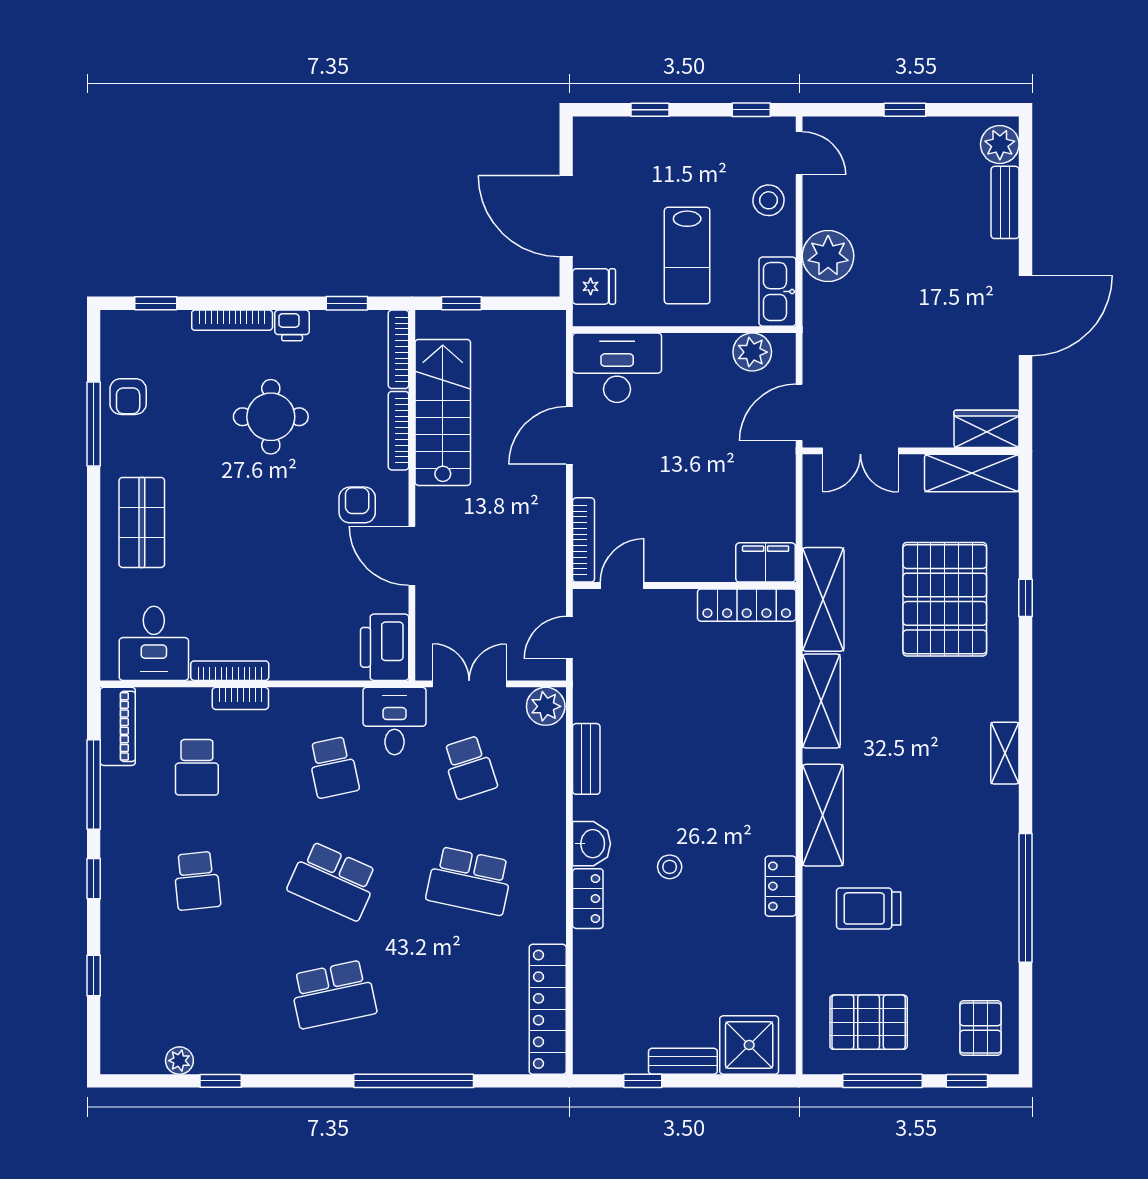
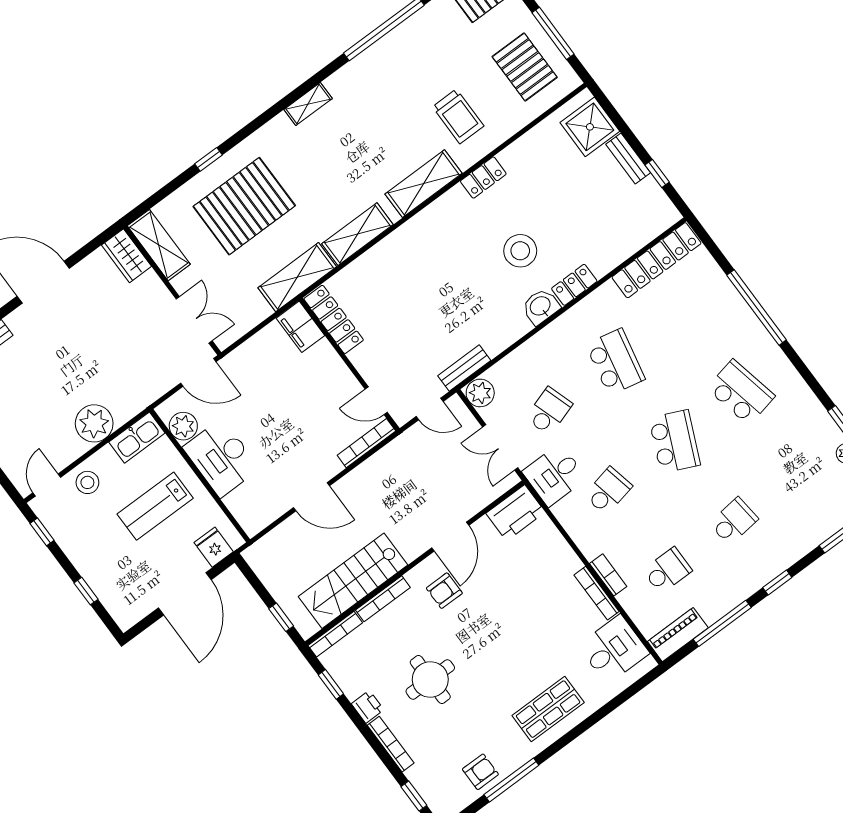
lab bench: (687, 256) -> (155, 506), turned 180
desk: (617, 368) -> (221, 458), moved
bench: (586, 759) -> (464, 368), moved
stool: (670, 867) -> (520, 251), width x1.89, depth x1.89

